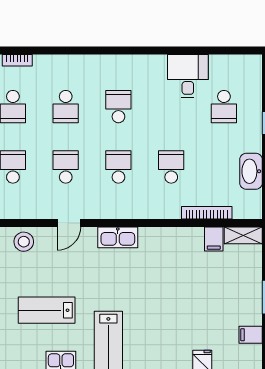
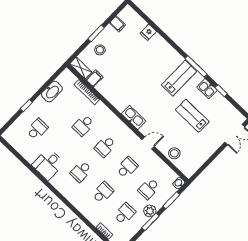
desk: (188, 76) -> (48, 164), moved
school desk: (66, 167) -> (127, 168), turned 180
stool: (241, 281) -> (100, 50), added
lab bench: (47, 310) -> (192, 116), turned 180

